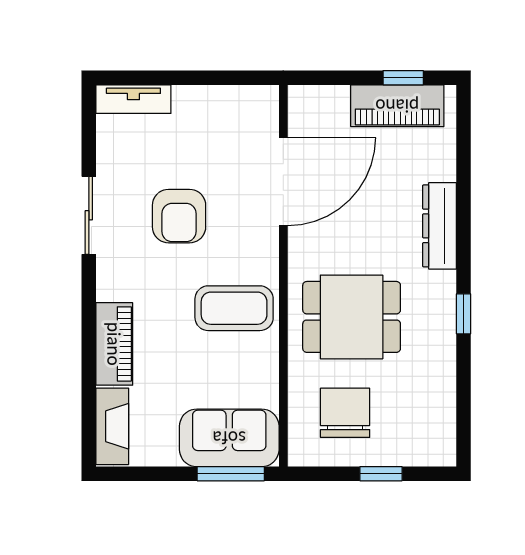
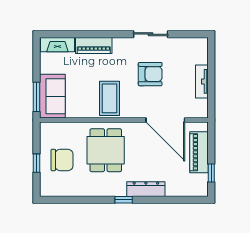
tv unit: (133, 99) -> (202, 81), moved
piano: (397, 106) -> (199, 152), moved
armchair: (179, 216) -> (150, 74), turned 180
window: (464, 314) -> (124, 200), moved
chair: (345, 413) -> (62, 160), moved

